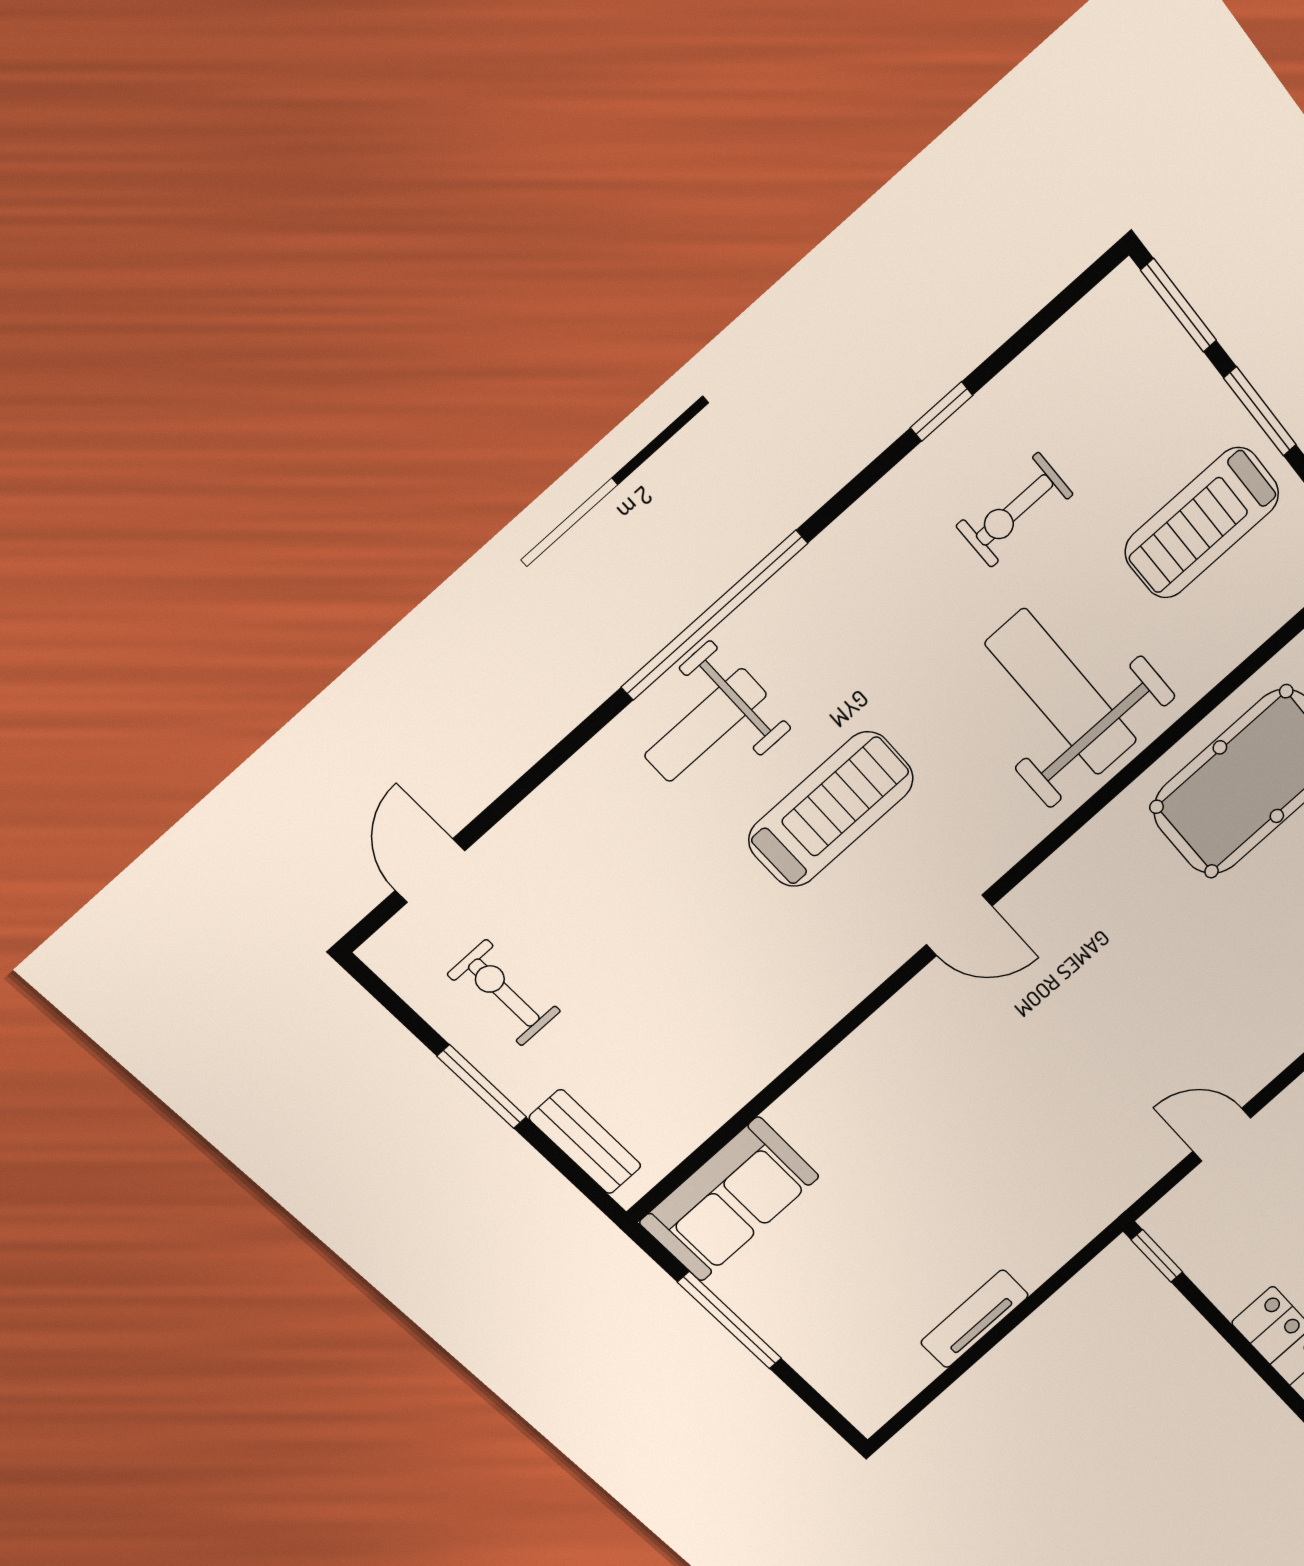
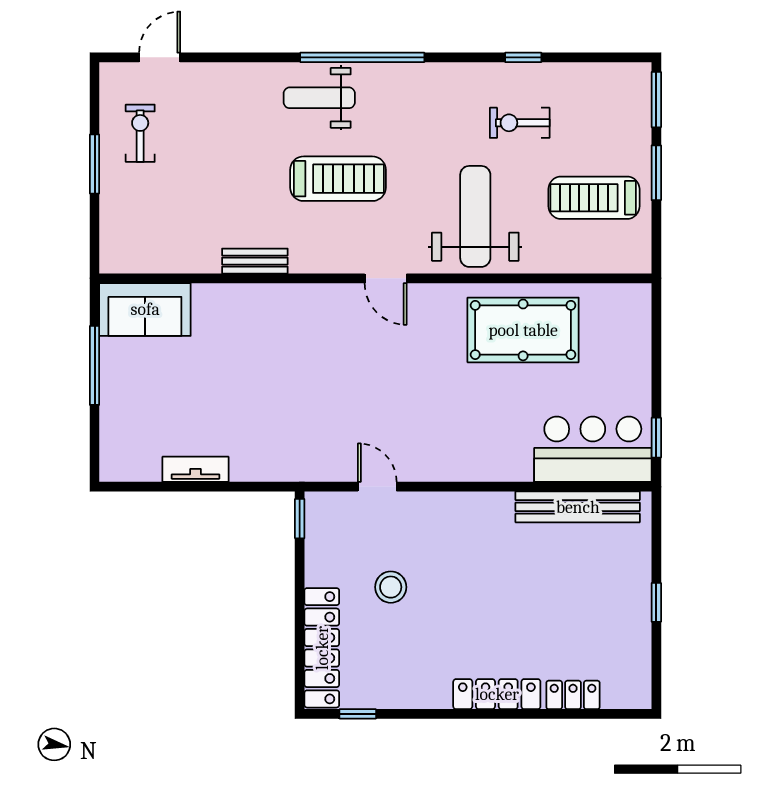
door: (959, 925) -> (386, 278), moved
bench: (585, 1142) -> (255, 261), moved, turned 90

